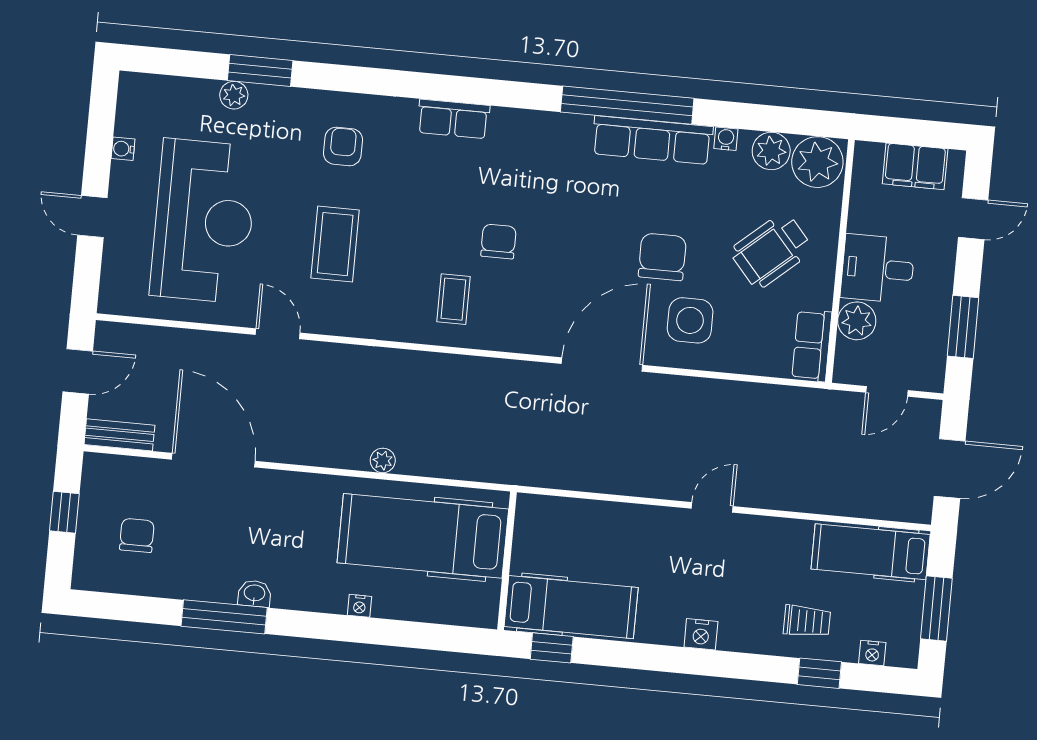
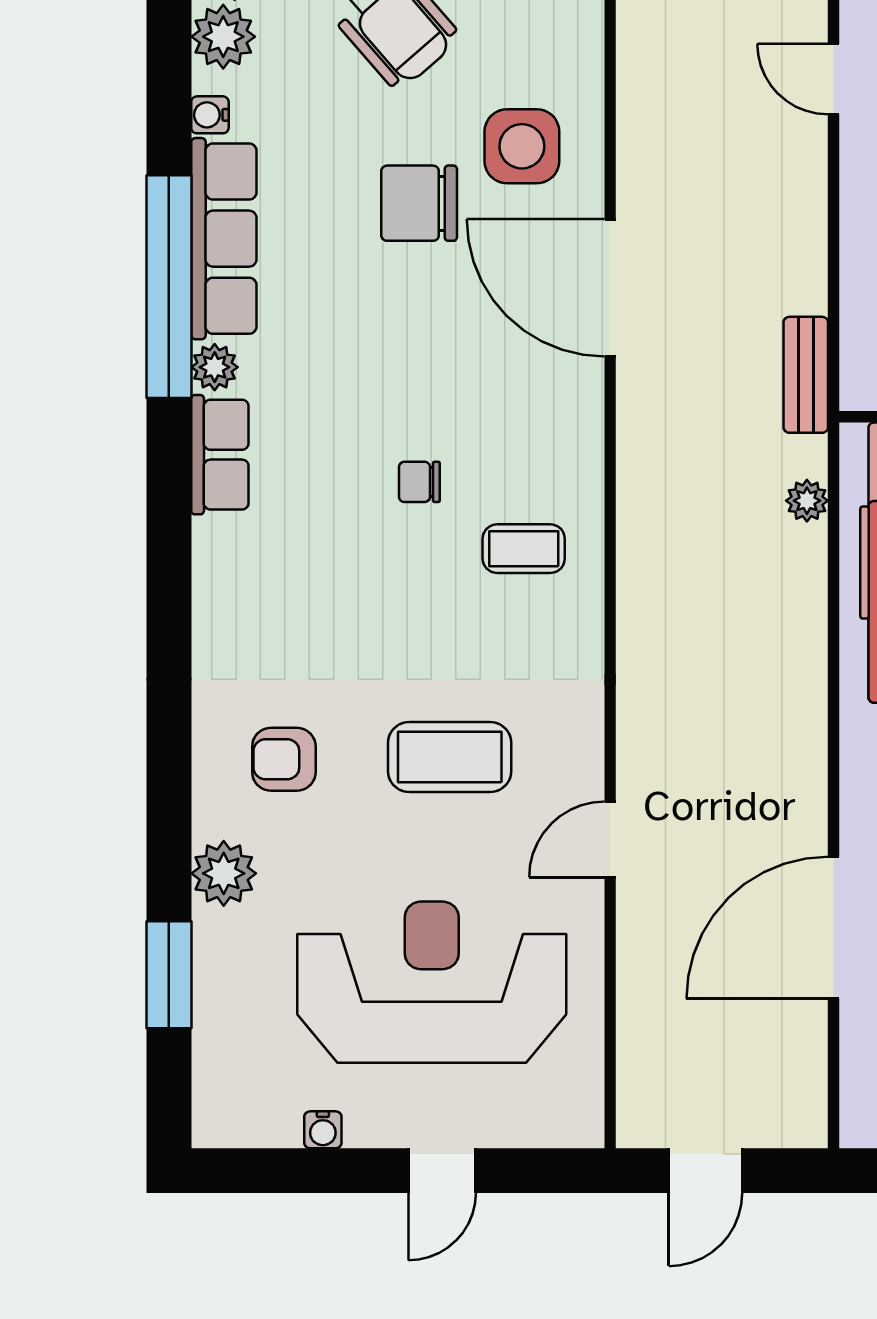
window: (260, 70) -> (169, 975), moved
plant: (234, 95) -> (224, 873), moved, width x1.38, depth x1.38
row of seats: (453, 119) -> (220, 455), moved
plant: (577, 127) -> (215, 367), added
chair: (498, 241) -> (419, 482), width x0.73, depth x0.73
door: (78, 371) -> (705, 1171), swing flipped
bench: (119, 435) -> (806, 375), moved
plant: (383, 460) -> (807, 501), moved

